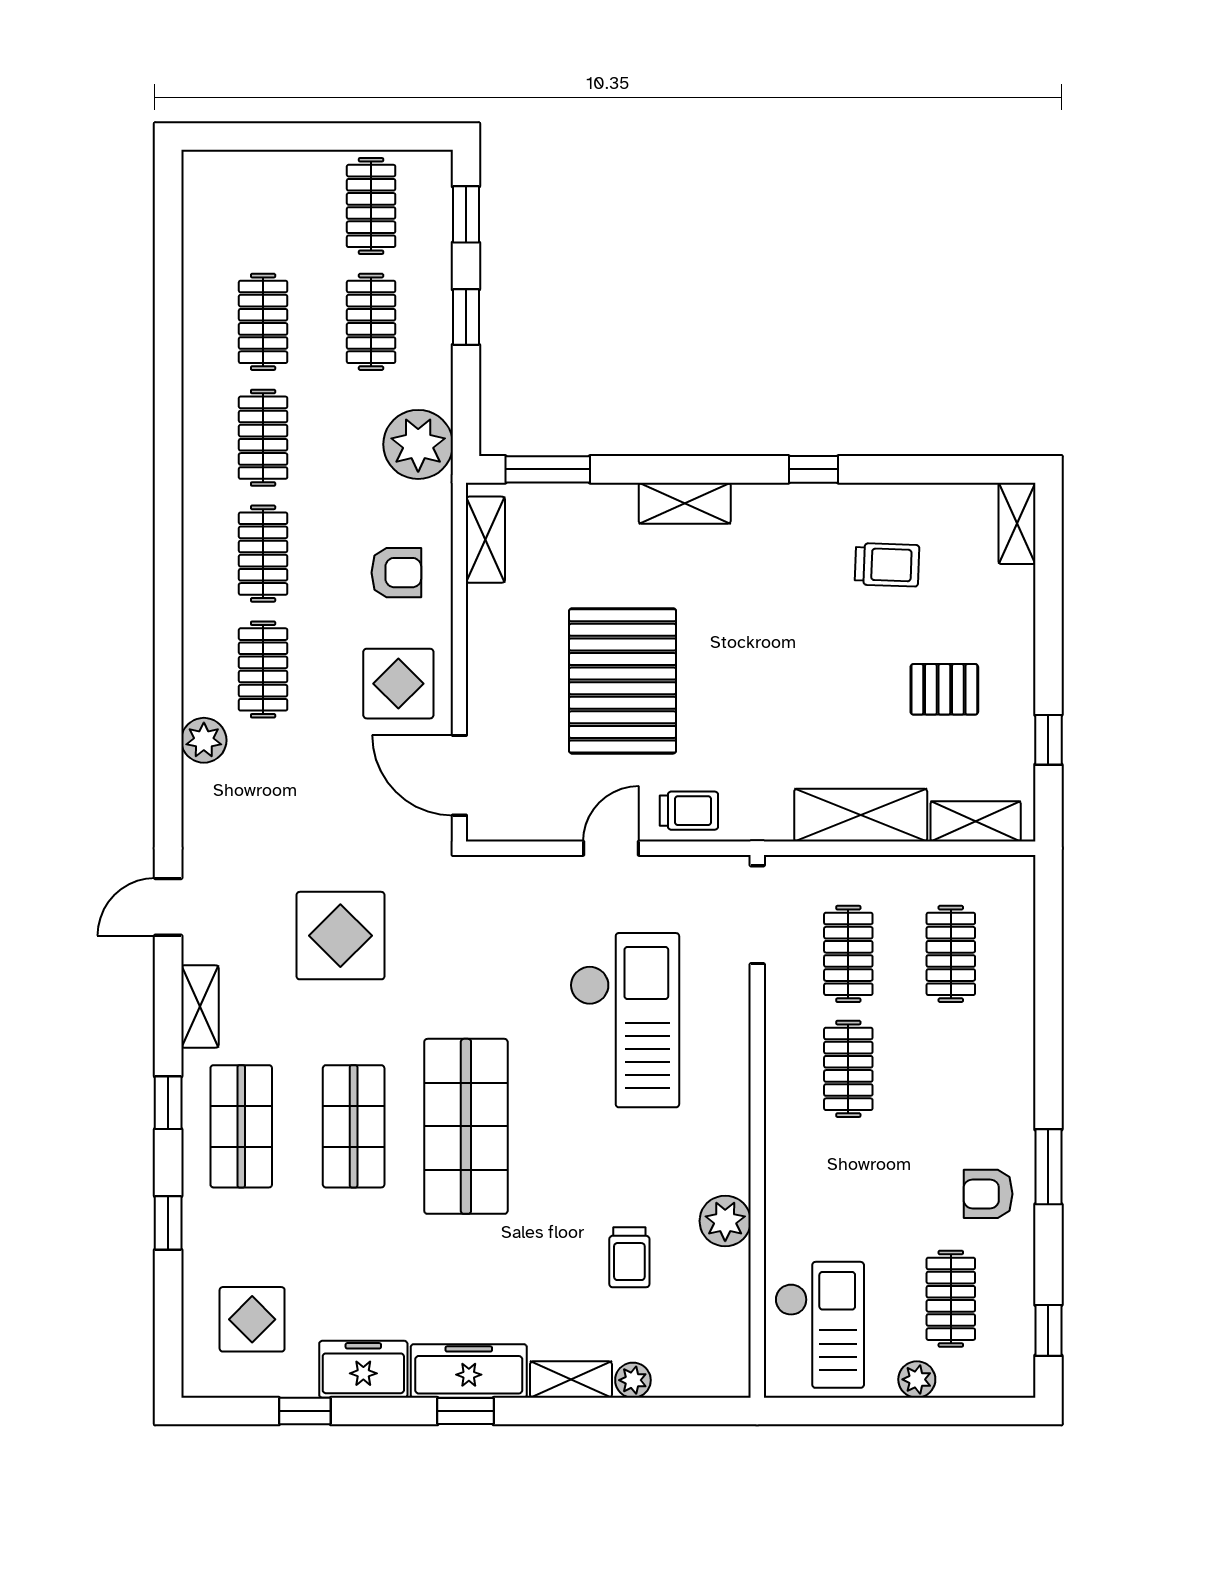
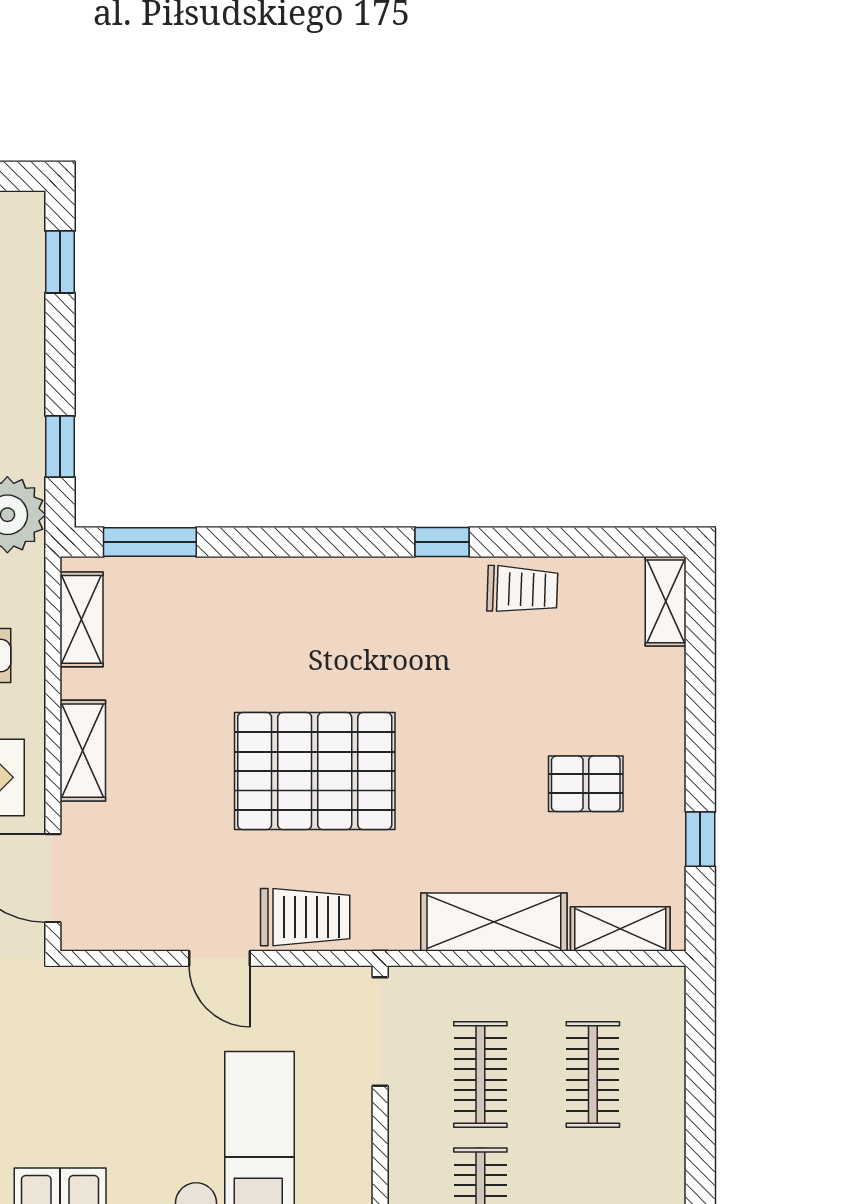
window: (466, 317) -> (60, 446), moved
shelving: (685, 503) -> (83, 751), moved, turned 90
trolley: (887, 565) -> (522, 589), moved
pallet: (623, 681) -> (315, 771), moved, turned 90
trolley: (689, 811) -> (305, 917), width x1.36, depth x1.39
door: (611, 848) -> (219, 958), swing flipped

